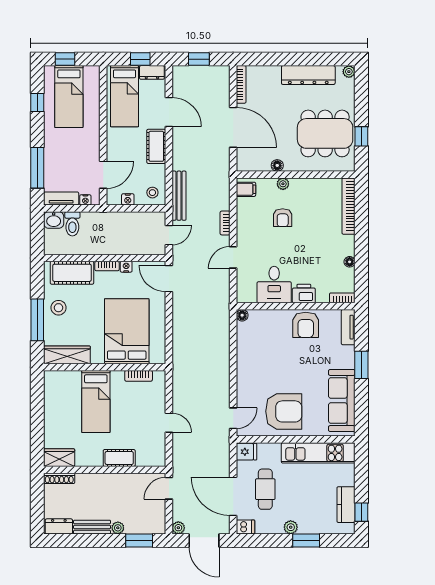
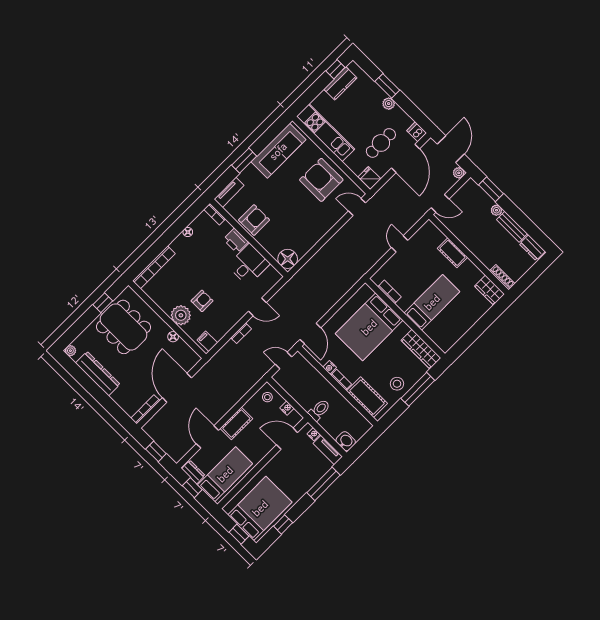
bed: (69, 97) -> (260, 508), width x1.50
plant: (283, 184) -> (181, 315), width x1.88, depth x1.88
bench: (179, 196) -> (253, 379), removed
toilet: (72, 224) -> (319, 410), moved
floor lamp: (242, 315) -> (288, 259), width x1.89, depth x1.89

